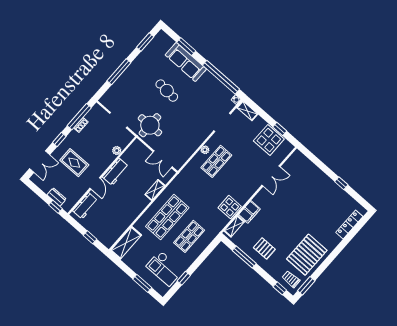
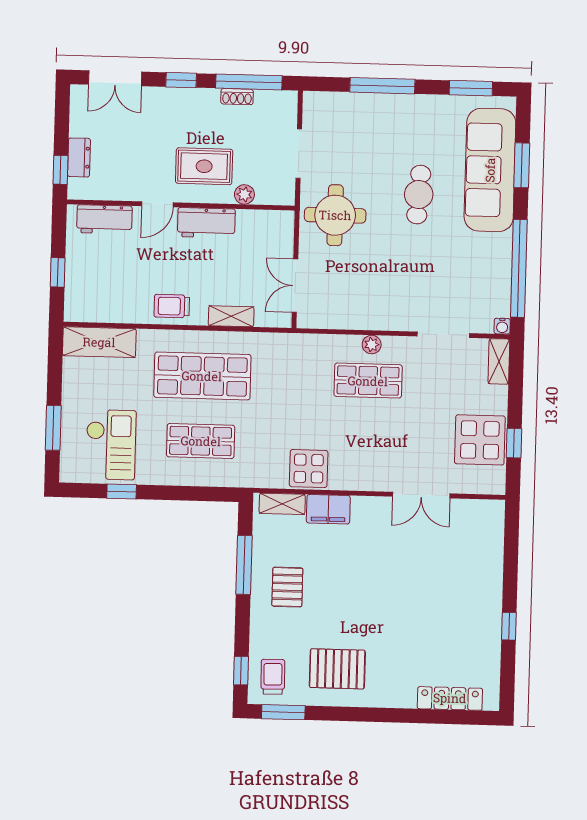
sofa: (186, 62) -> (490, 170), width x1.36, depth x1.27
rug: (74, 163) -> (204, 166), moved, turned 90
trolley: (134, 208) -> (172, 306), added
pallet: (307, 255) -> (337, 669), width x0.73, depth x0.71
checkout: (165, 268) -> (111, 445), turned 180

